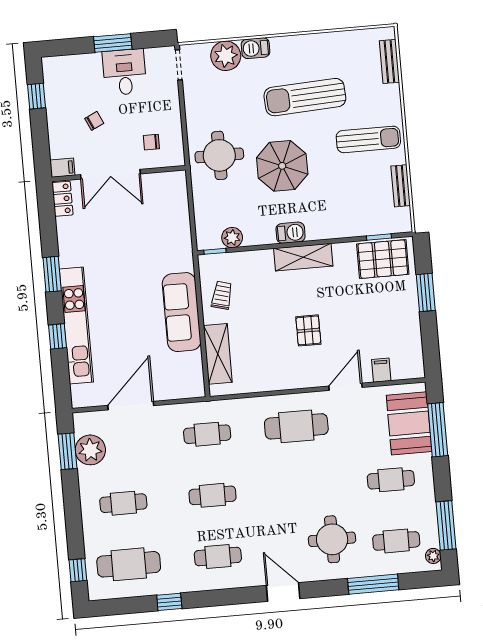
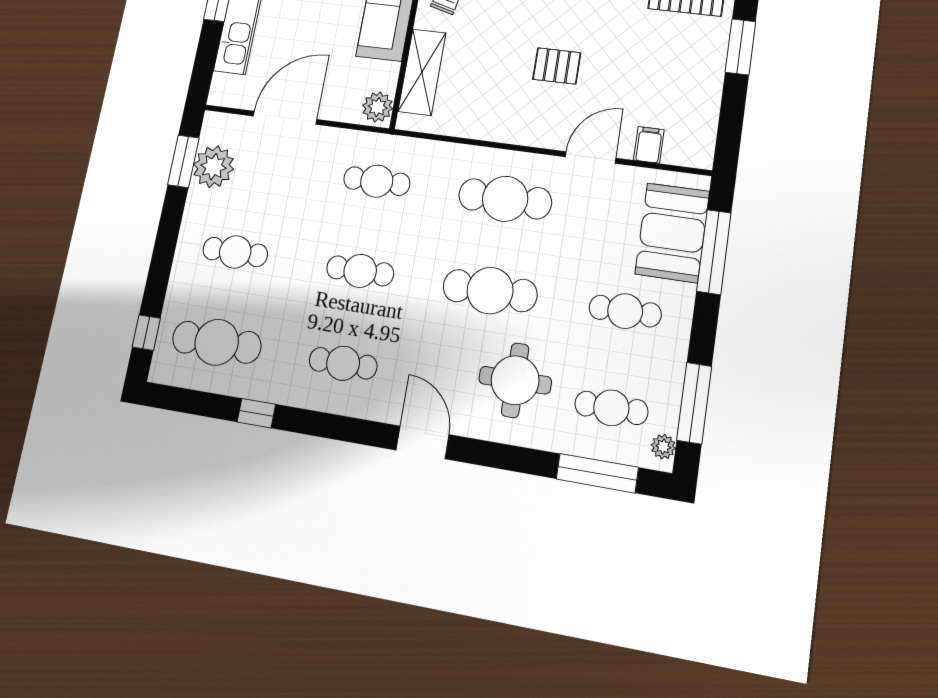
pallet: (308, 330) -> (557, 66), turned 90
plant: (194, 384) -> (378, 107), added
cafe table: (302, 488) -> (490, 291), added
window: (373, 584) -> (597, 473), moved

